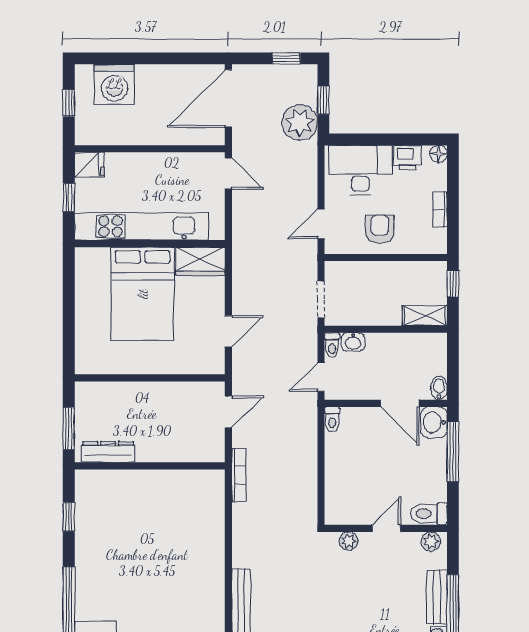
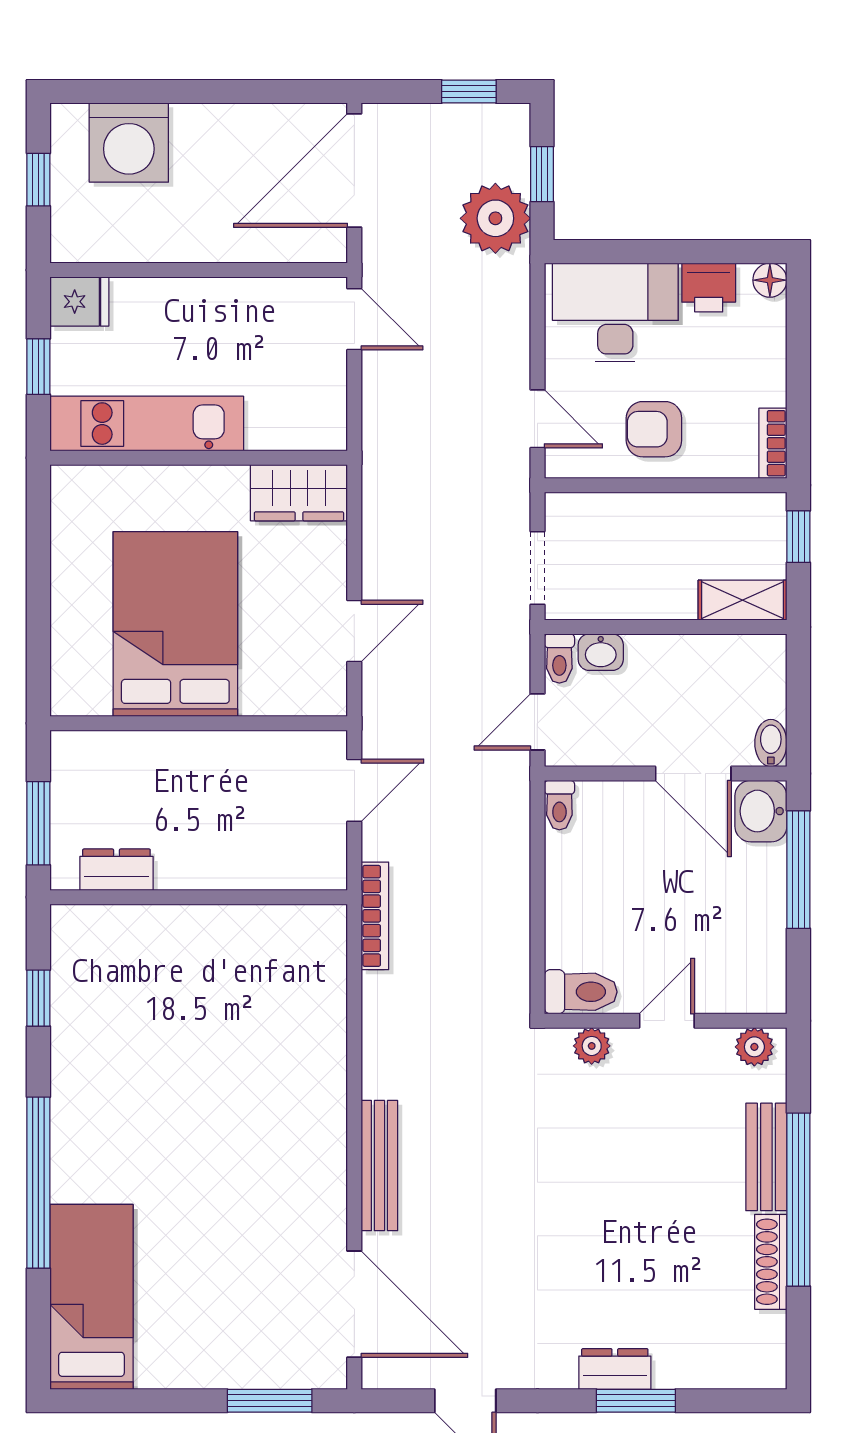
bookcase: (440, 209) -> (773, 443), moved
door: (321, 224) -> (537, 419), swing flipped
kitchen unit: (141, 226) -> (147, 424), width x0.73
armchair: (380, 229) -> (654, 429), turned -90
bed: (143, 294) -> (175, 624), moved, turned 180
dresser: (108, 452) -> (116, 870), width x0.70
toilet: (429, 514) -> (581, 992), moved, turned 180

